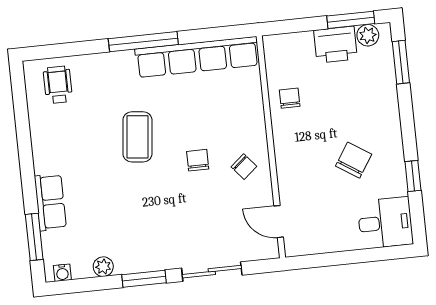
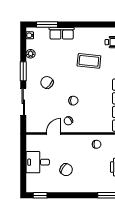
coffee table: (137, 137) -> (89, 61), moved
window: (413, 176) -> (40, 195), moved
door: (279, 222) -> (54, 134), moved
chair: (163, 223) -> (47, 82), added
desk: (385, 223) -> (38, 162), moved, turned 90

